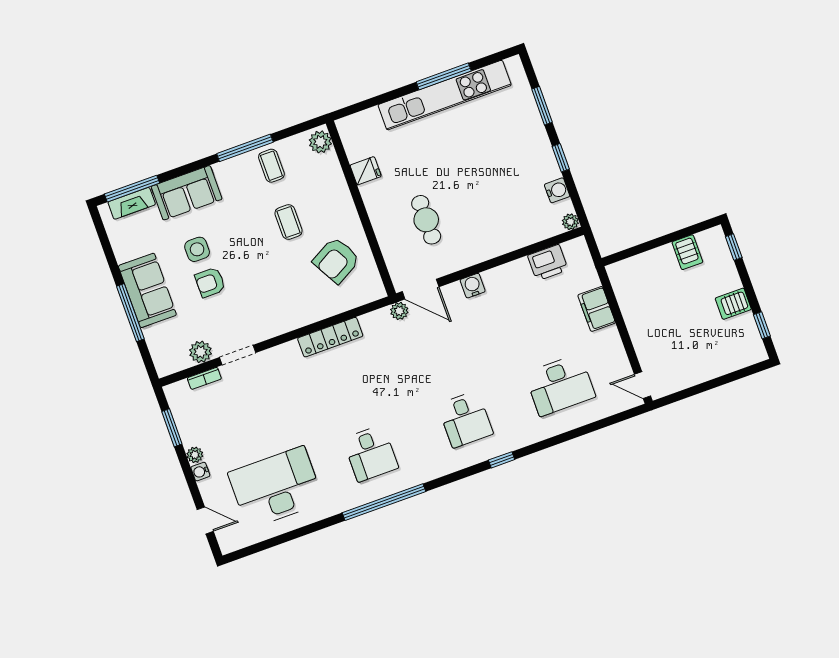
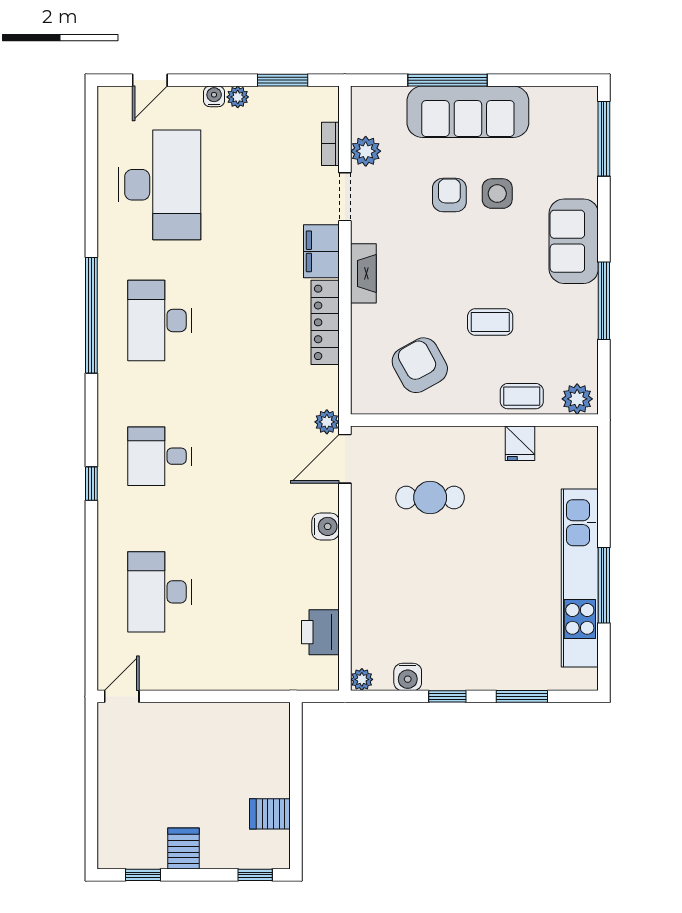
coffee table: (271, 166) -> (522, 396), moved
sofa: (187, 193) -> (574, 241), moved
fireplace: (132, 203) -> (363, 273), moved, turned 180
sofa: (147, 290) -> (468, 112), width x1.36
filing cabinet: (597, 309) -> (321, 251), moved, turned -90
desk: (371, 453) -> (159, 320), width x1.37

